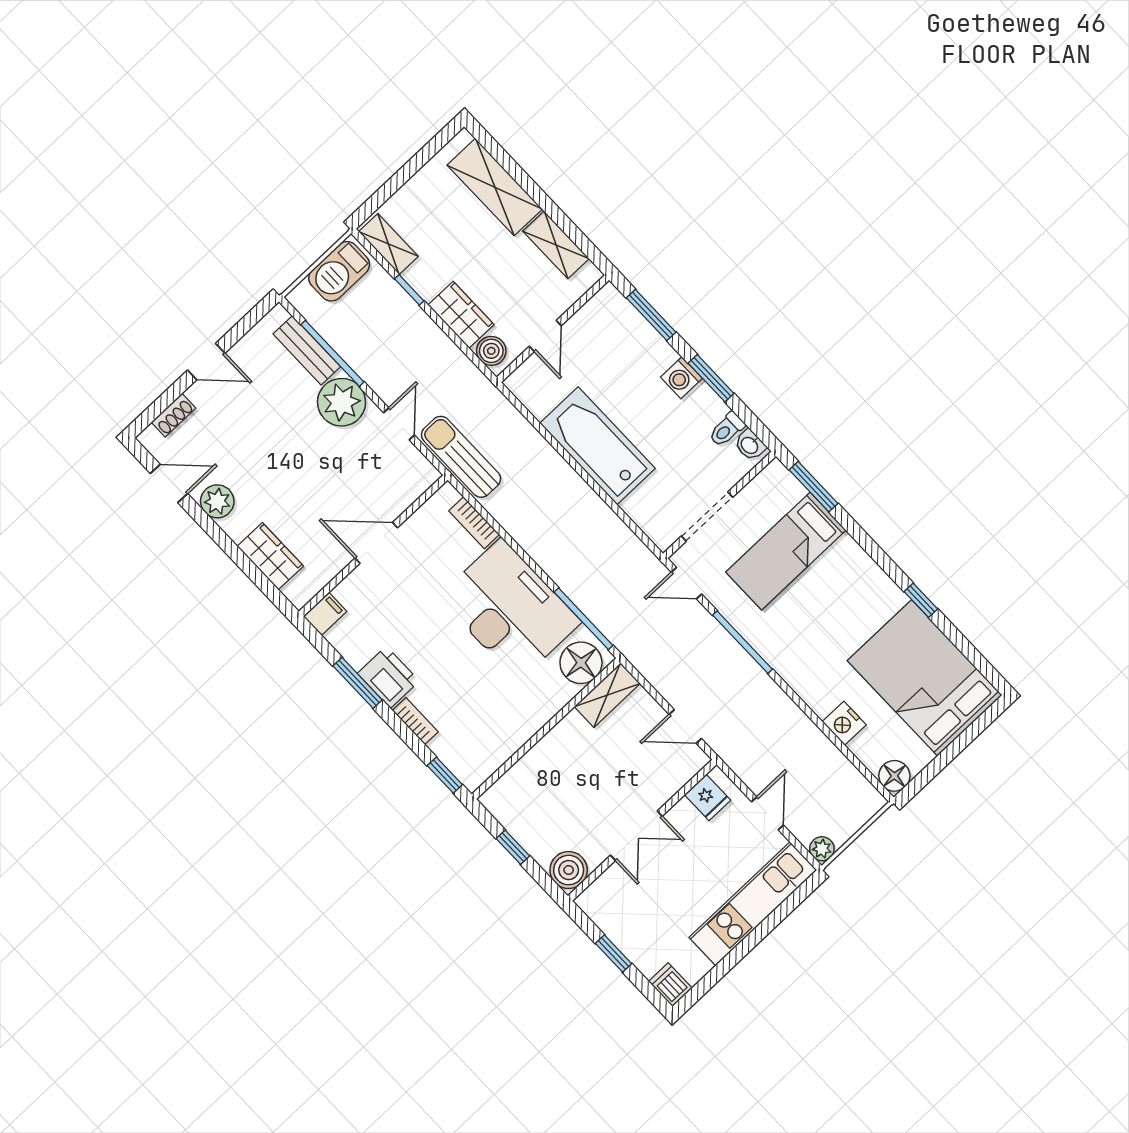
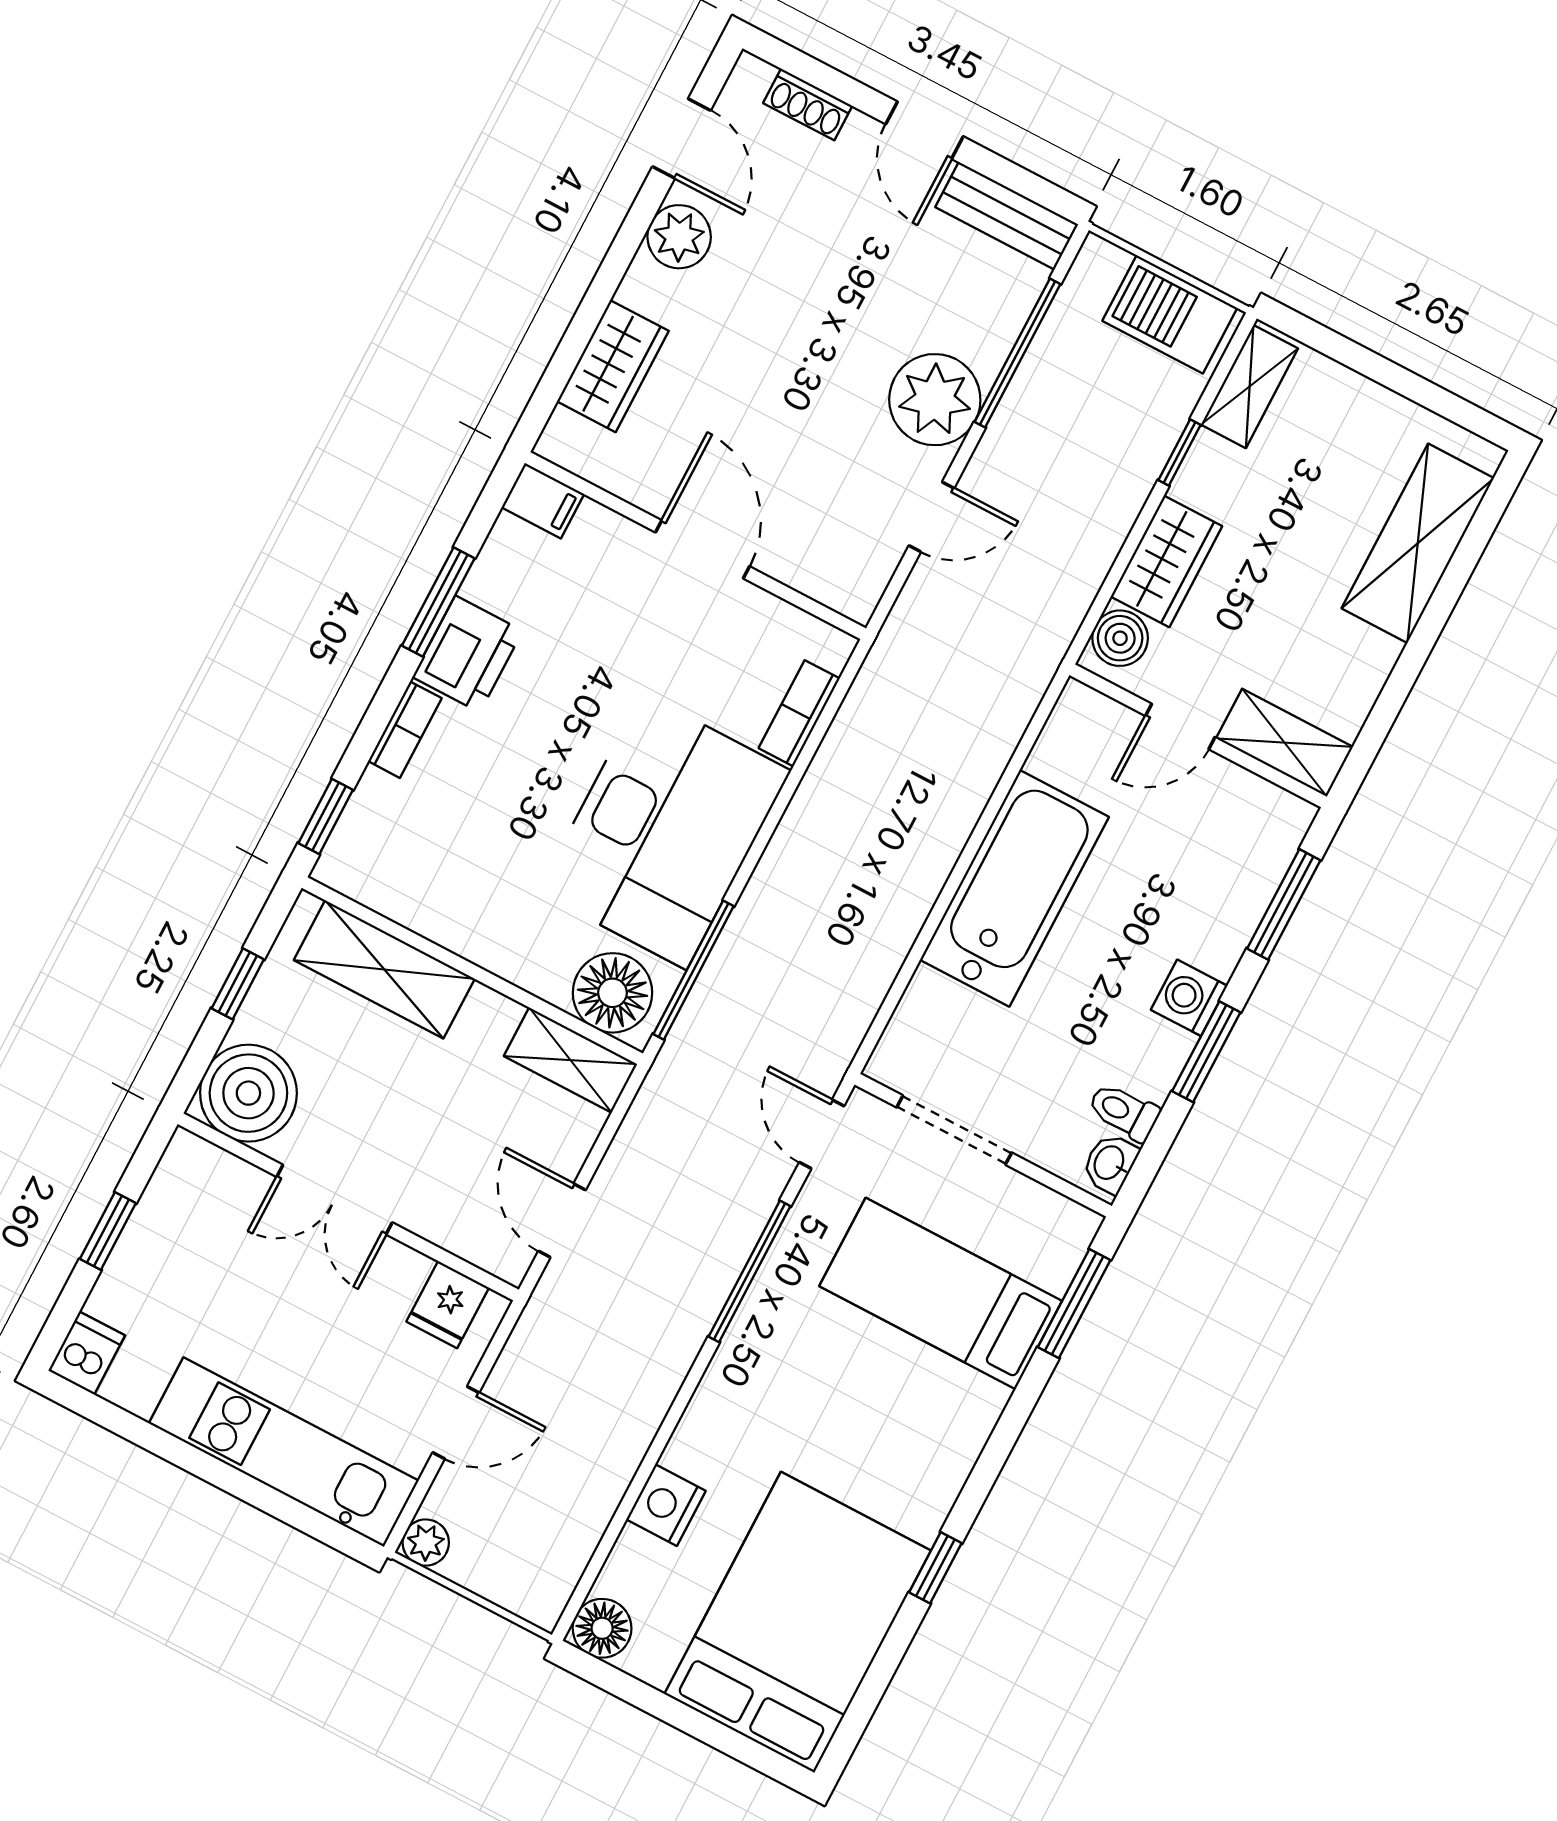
shelving: (556, 245) -> (1284, 743), moved, turned 90
bench: (307, 350) -> (1006, 216), moved, turned 90
sun lounger: (461, 457) -> (910, 649), removed
shelving: (531, 772) -> (384, 969), added
boiler: (569, 870) -> (248, 1093), width x1.37, depth x1.37

